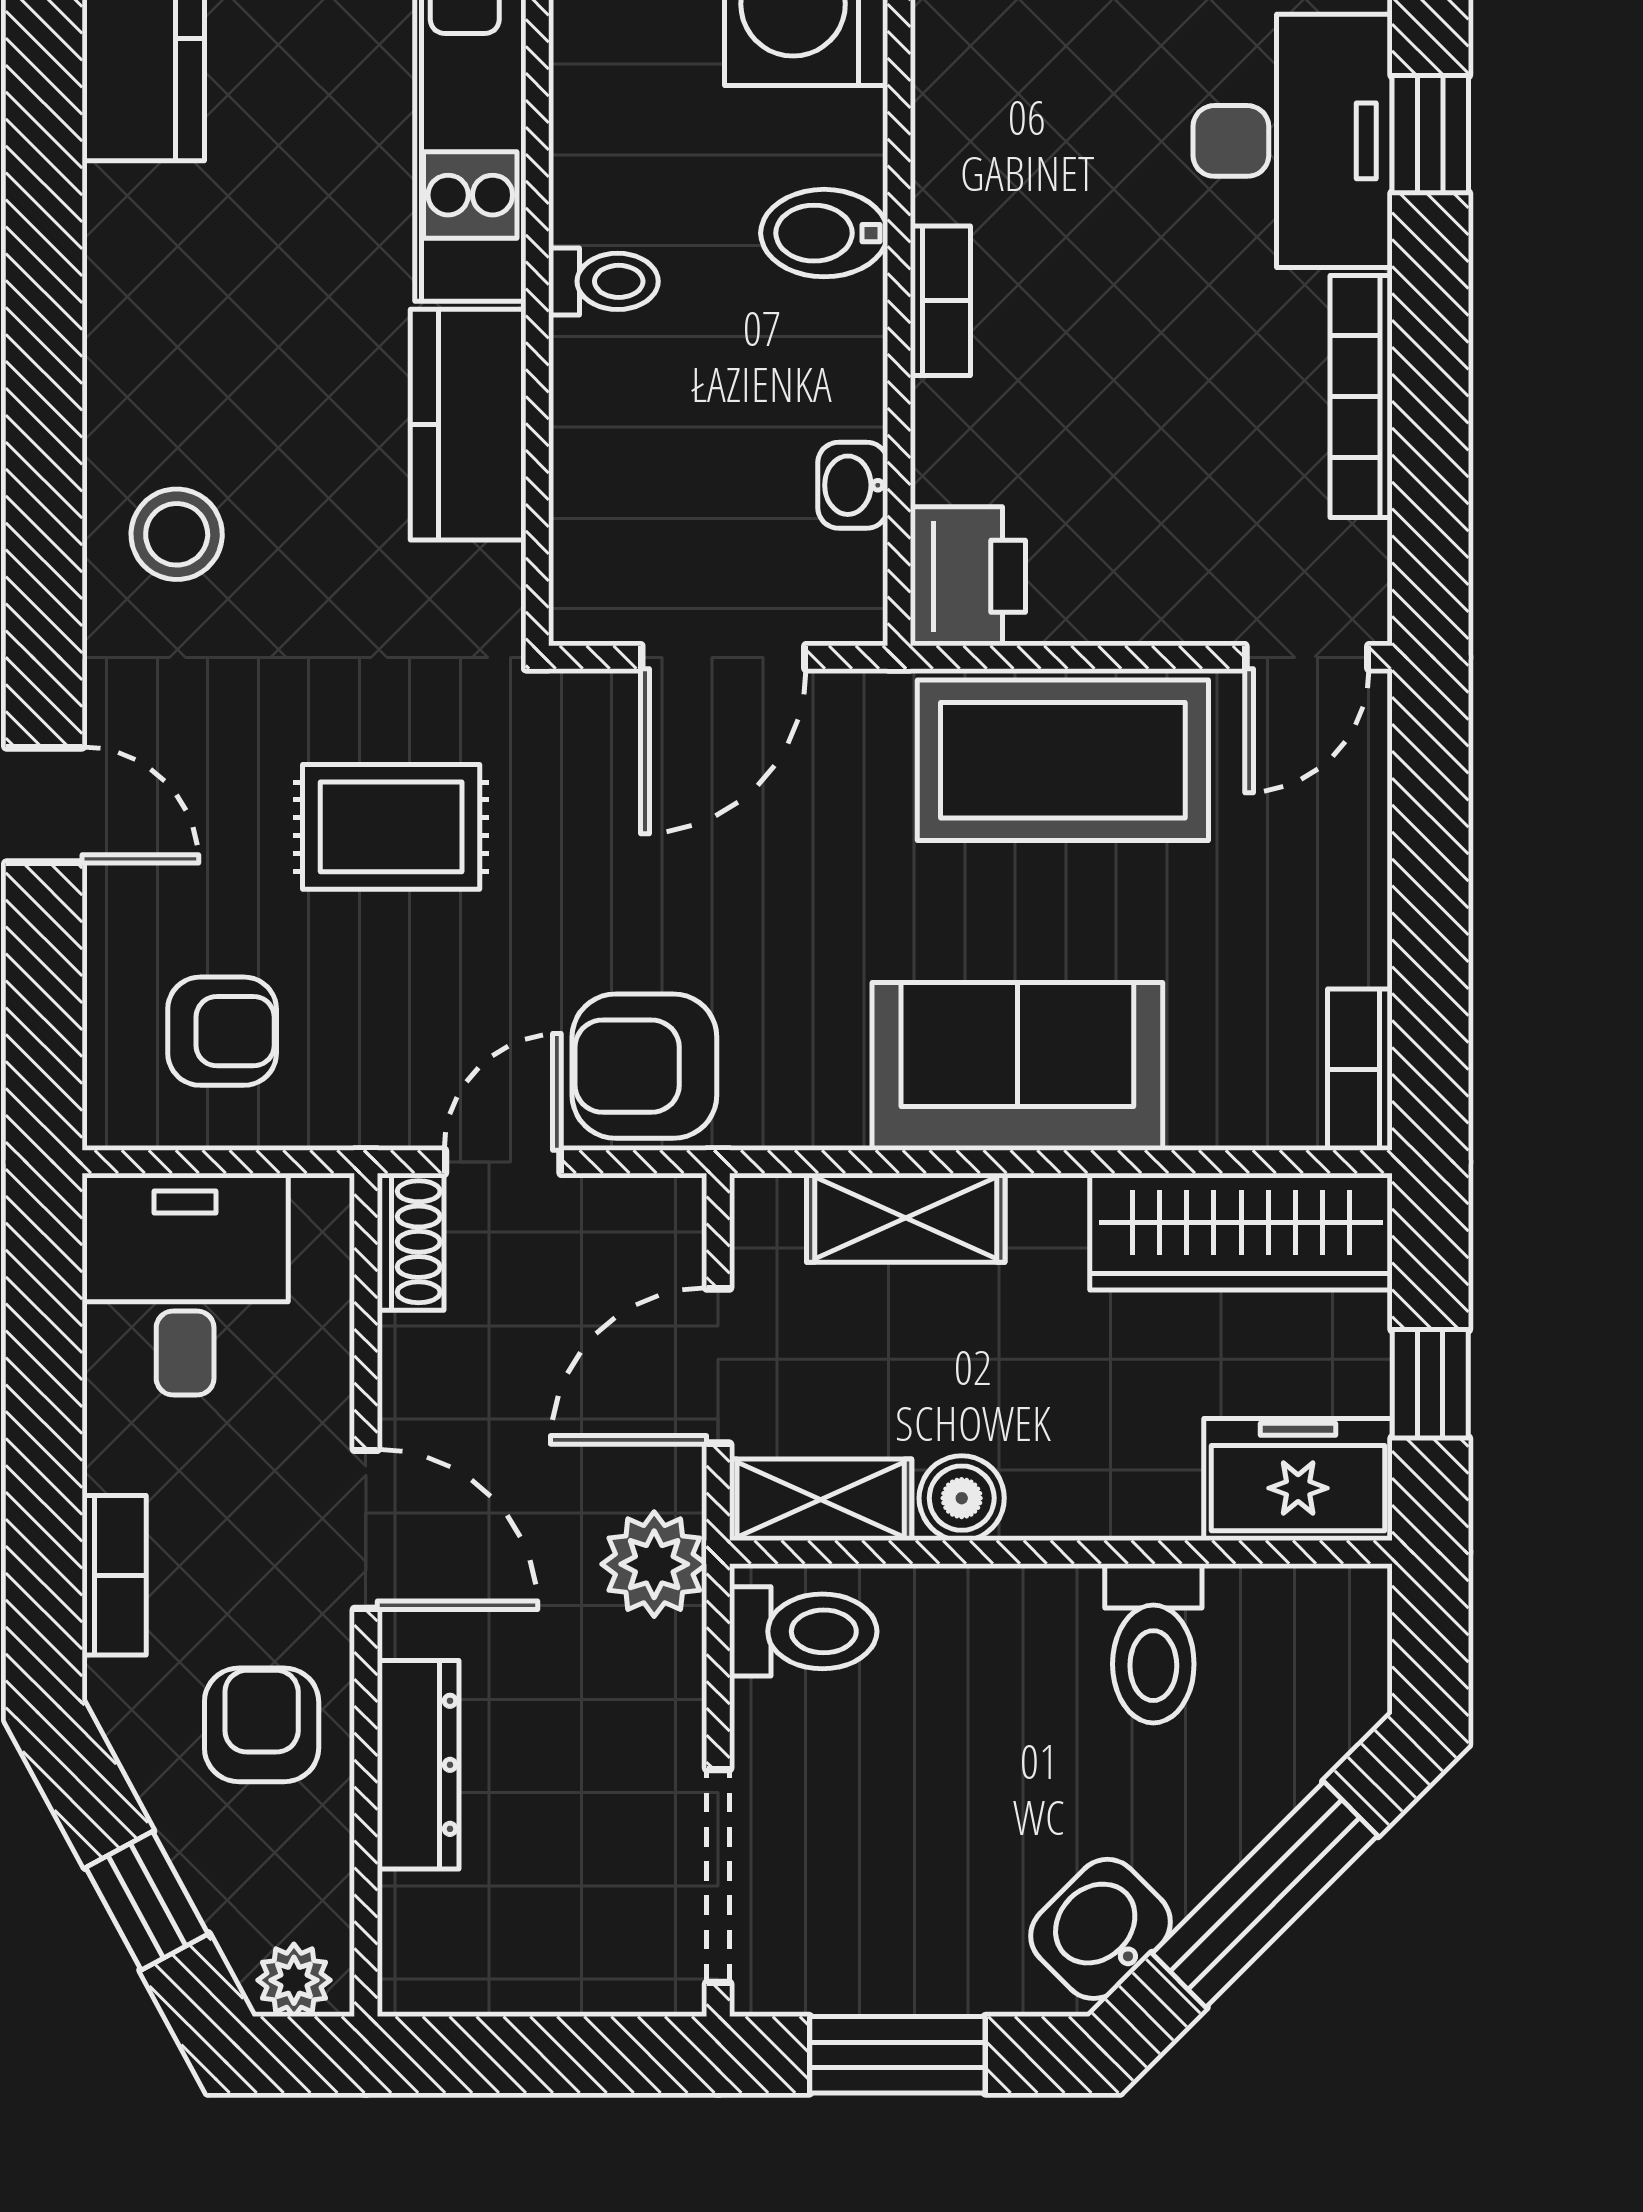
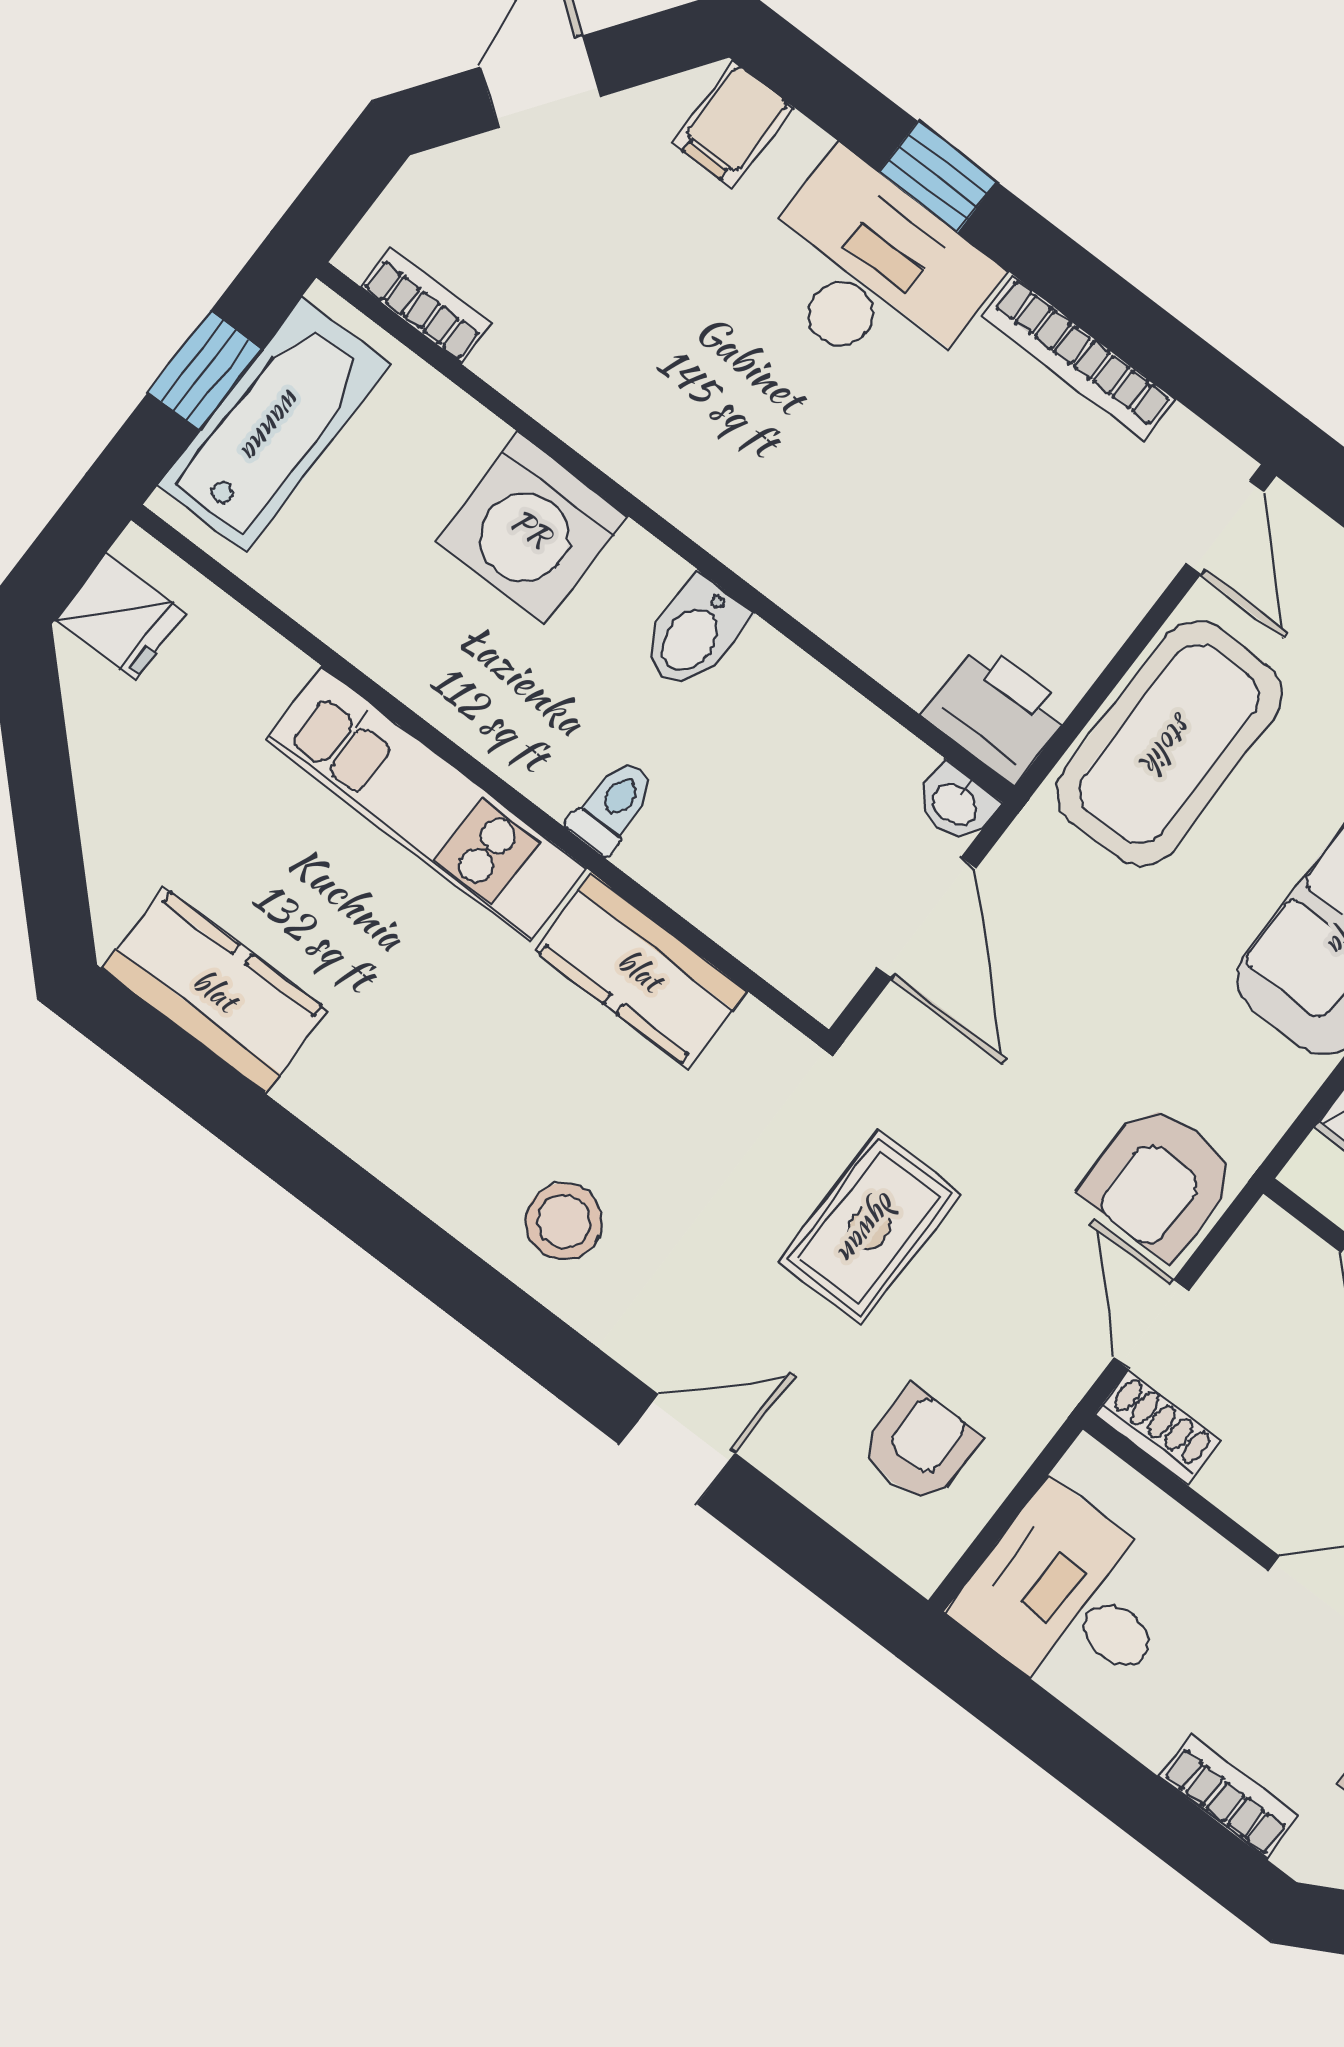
bookcase: (940, 301) -> (799, 590), removed
washbasin: (853, 485) -> (956, 804), moved

